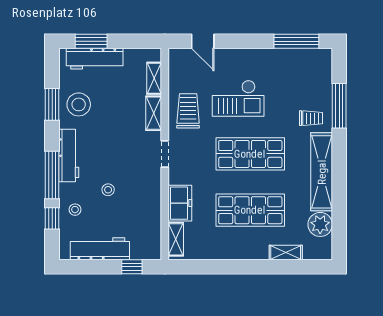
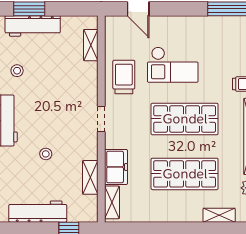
stool: (79, 104) -> (17, 71), width x0.53, depth x0.53
shelving: (154, 113) -> (90, 177), moved
stool: (75, 210) -> (13, 173), removed

